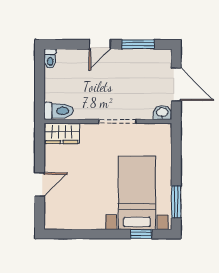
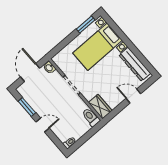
dresser: (77, 220) -> (135, 64), added
window: (141, 234) -> (115, 28), removed

